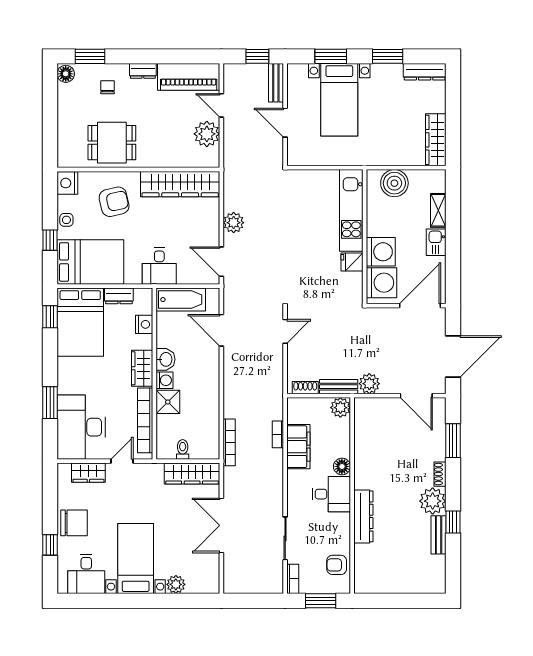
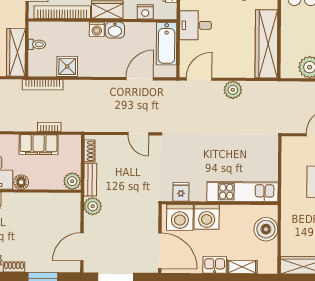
fridge: (352, 262) -> (181, 192), moved
shower: (168, 402) -> (67, 66), moved

